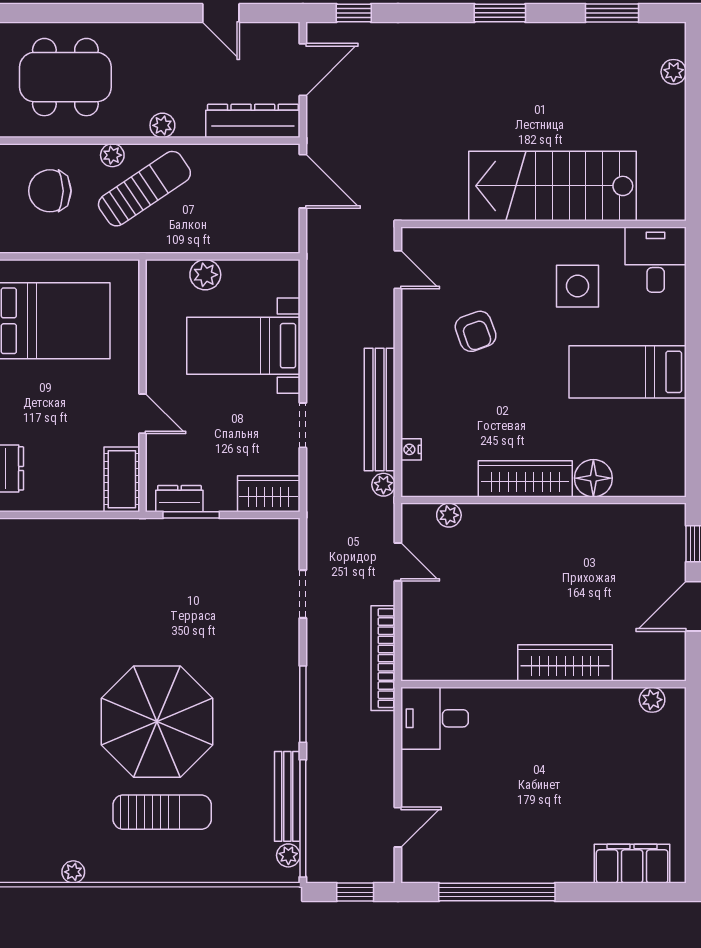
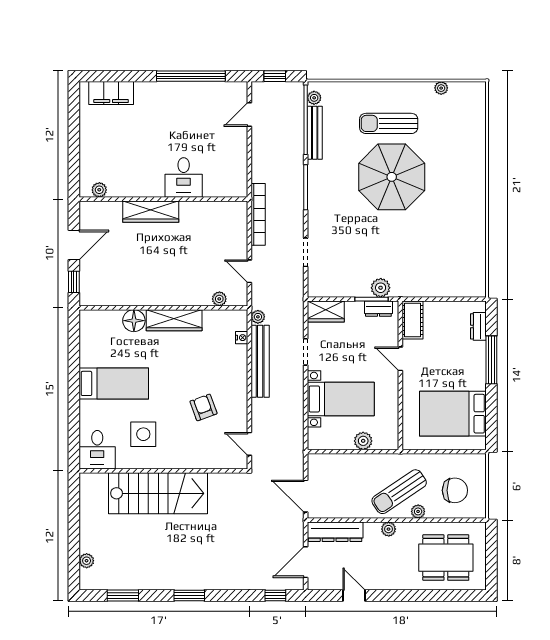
plant: (176, 534) -> (381, 288), added
desk: (435, 718) -> (184, 177), moved, turned 90

